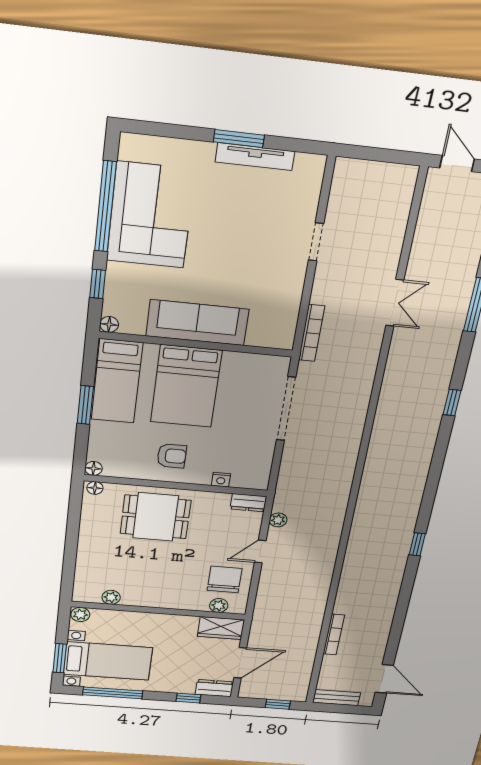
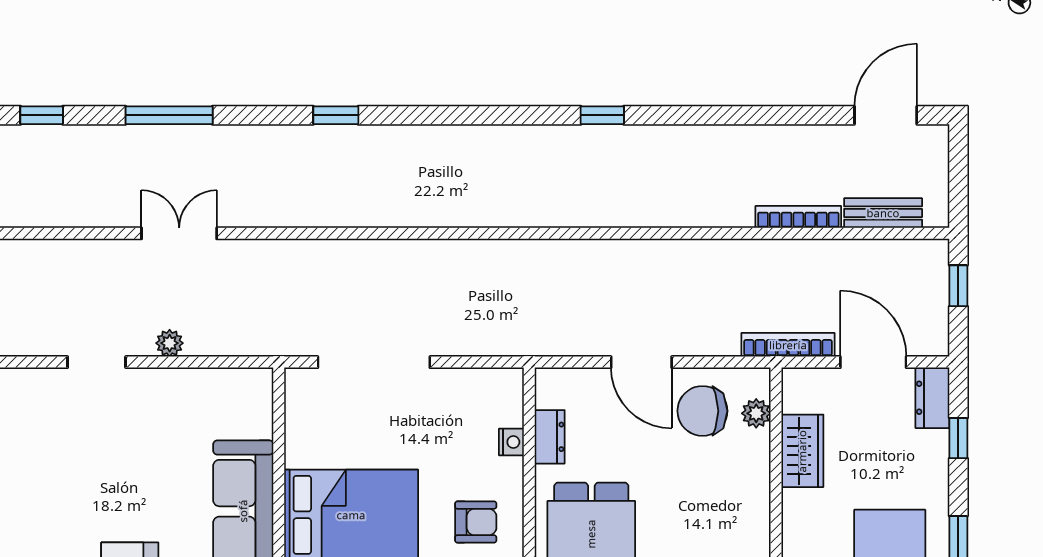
bookcase: (312, 333) -> (788, 345), moved
armchair: (172, 456) -> (476, 522), turned 90
dresser: (248, 503) -> (550, 437), moved
plant: (278, 520) -> (170, 343), moved
door: (260, 551) -> (641, 362), width x1.37
wardrobe: (221, 628) -> (802, 451), moved
bench: (336, 698) -> (883, 213), moved, turned 90

